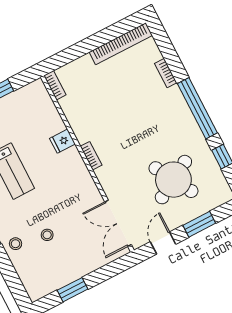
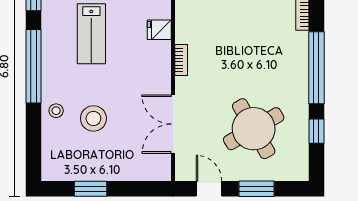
double door: (118, 223) -> (173, 124), moved
stool: (47, 235) -> (93, 118), width x1.89, depth x1.89
door: (163, 243) -> (209, 189), hinge flipped

